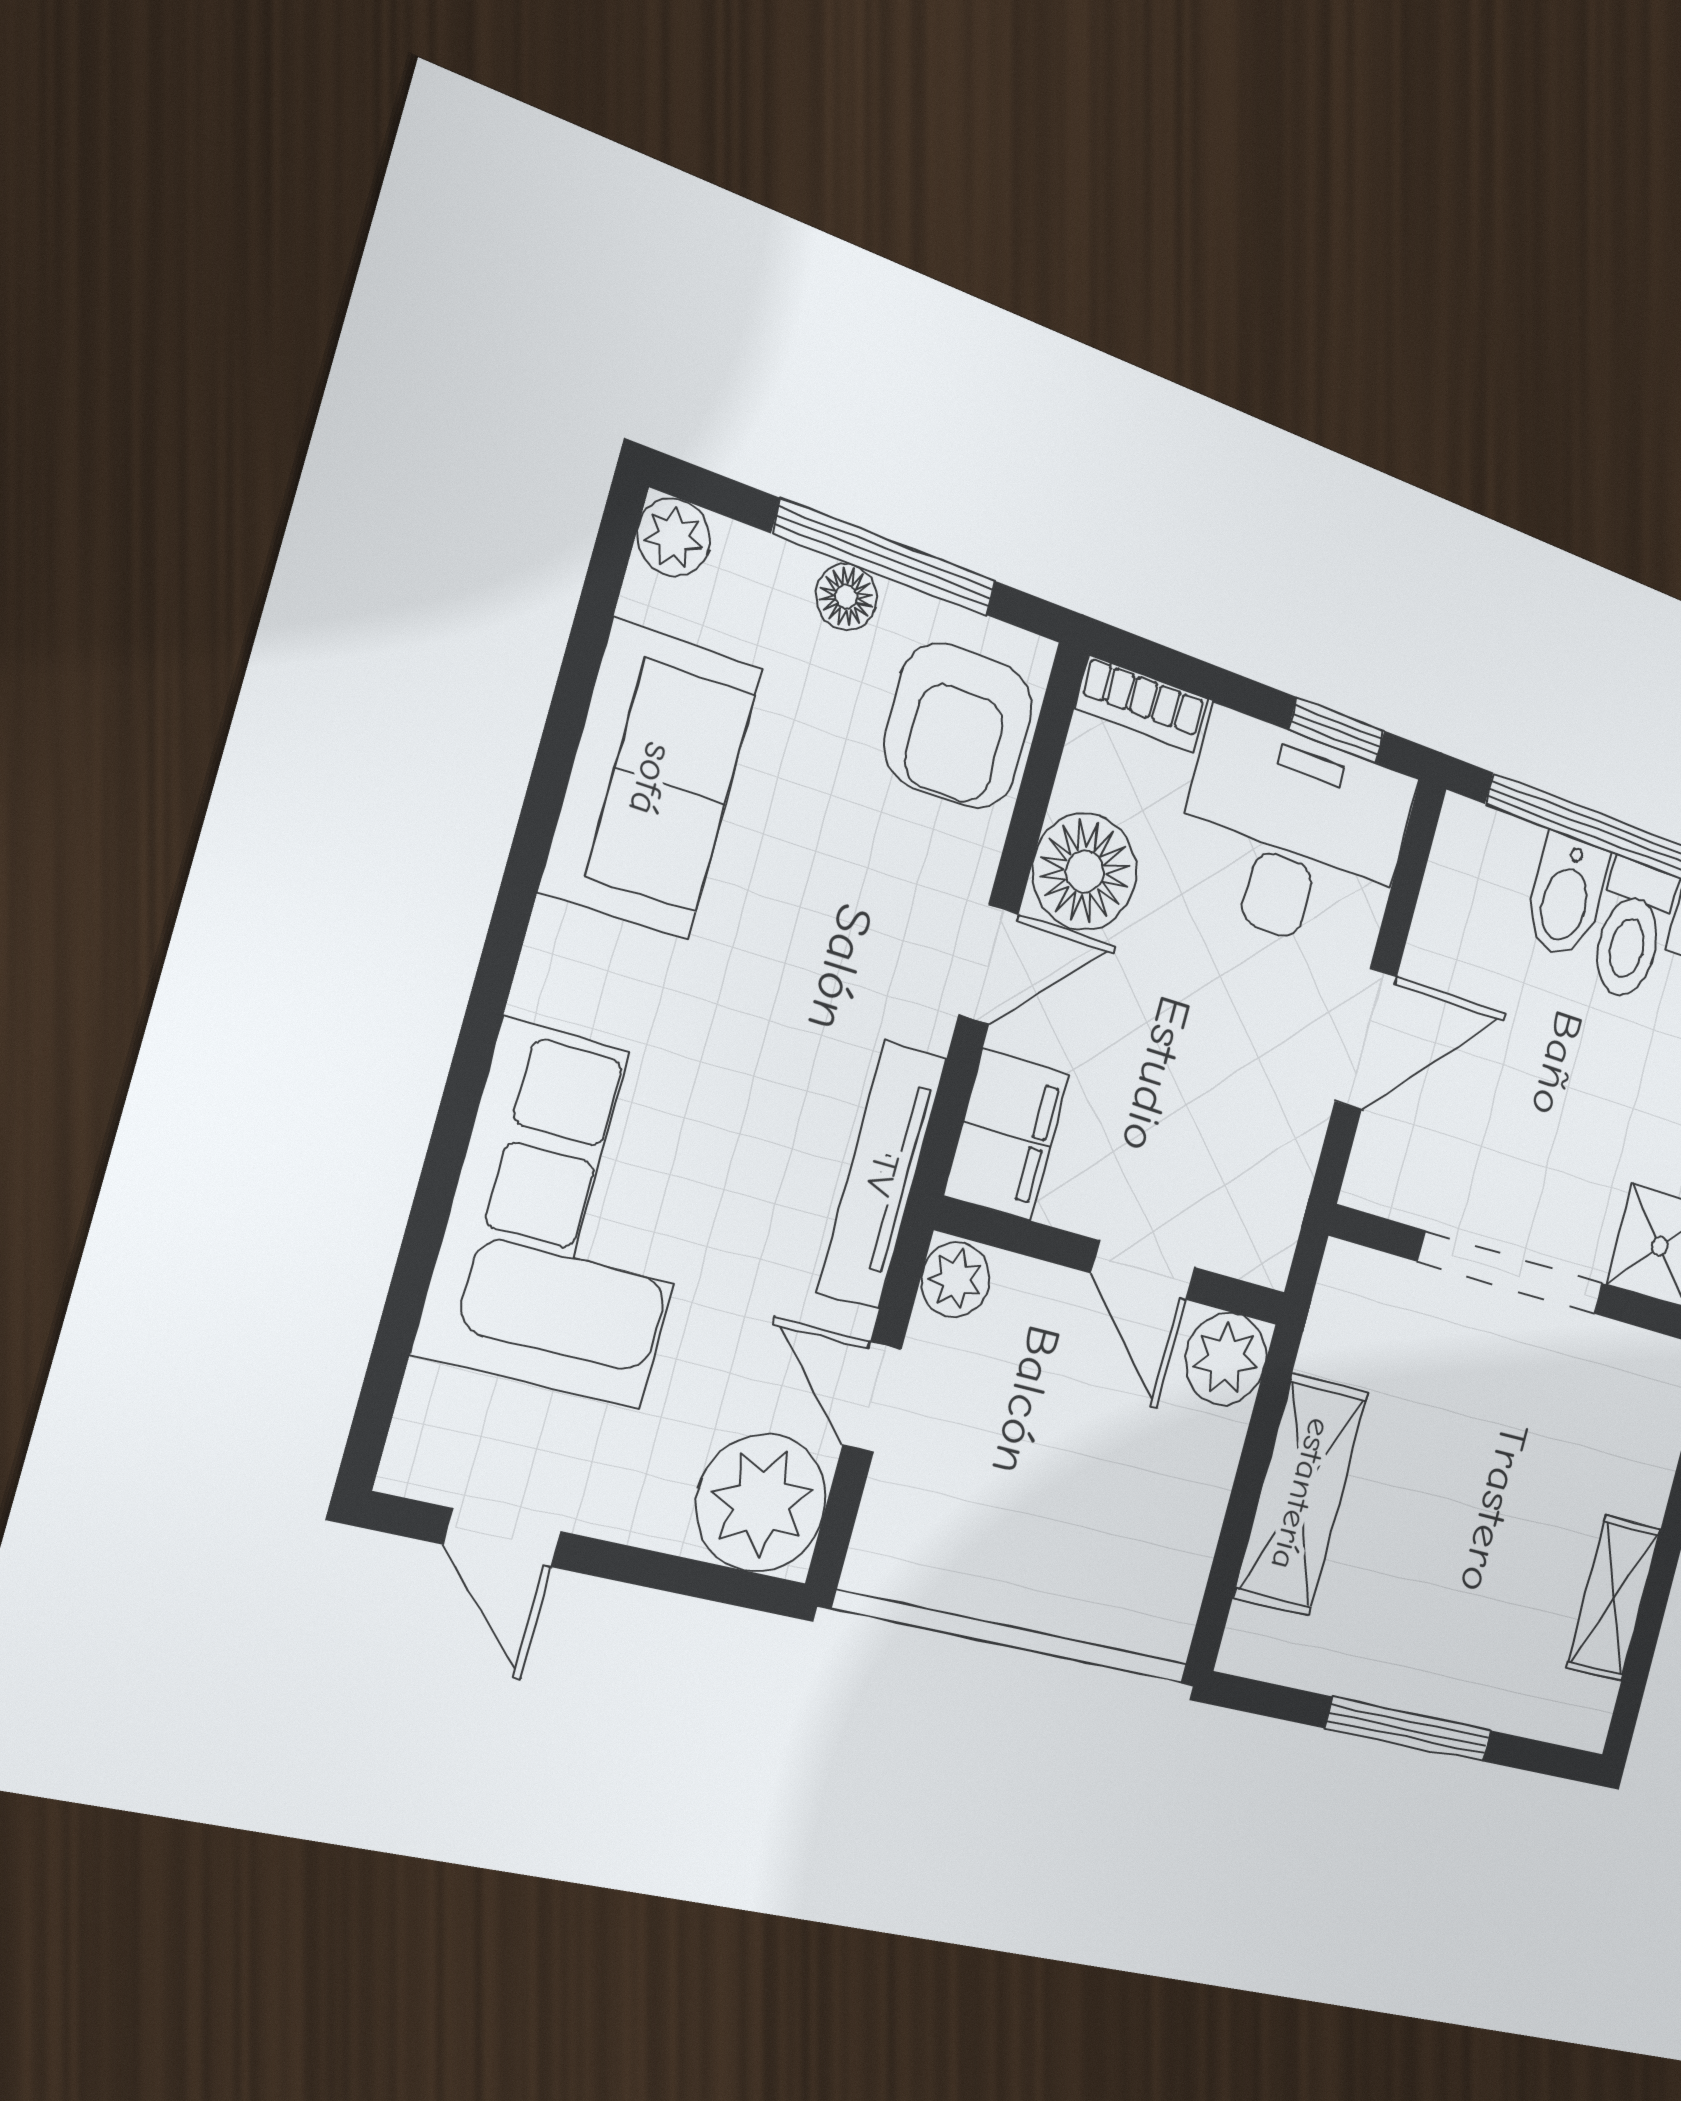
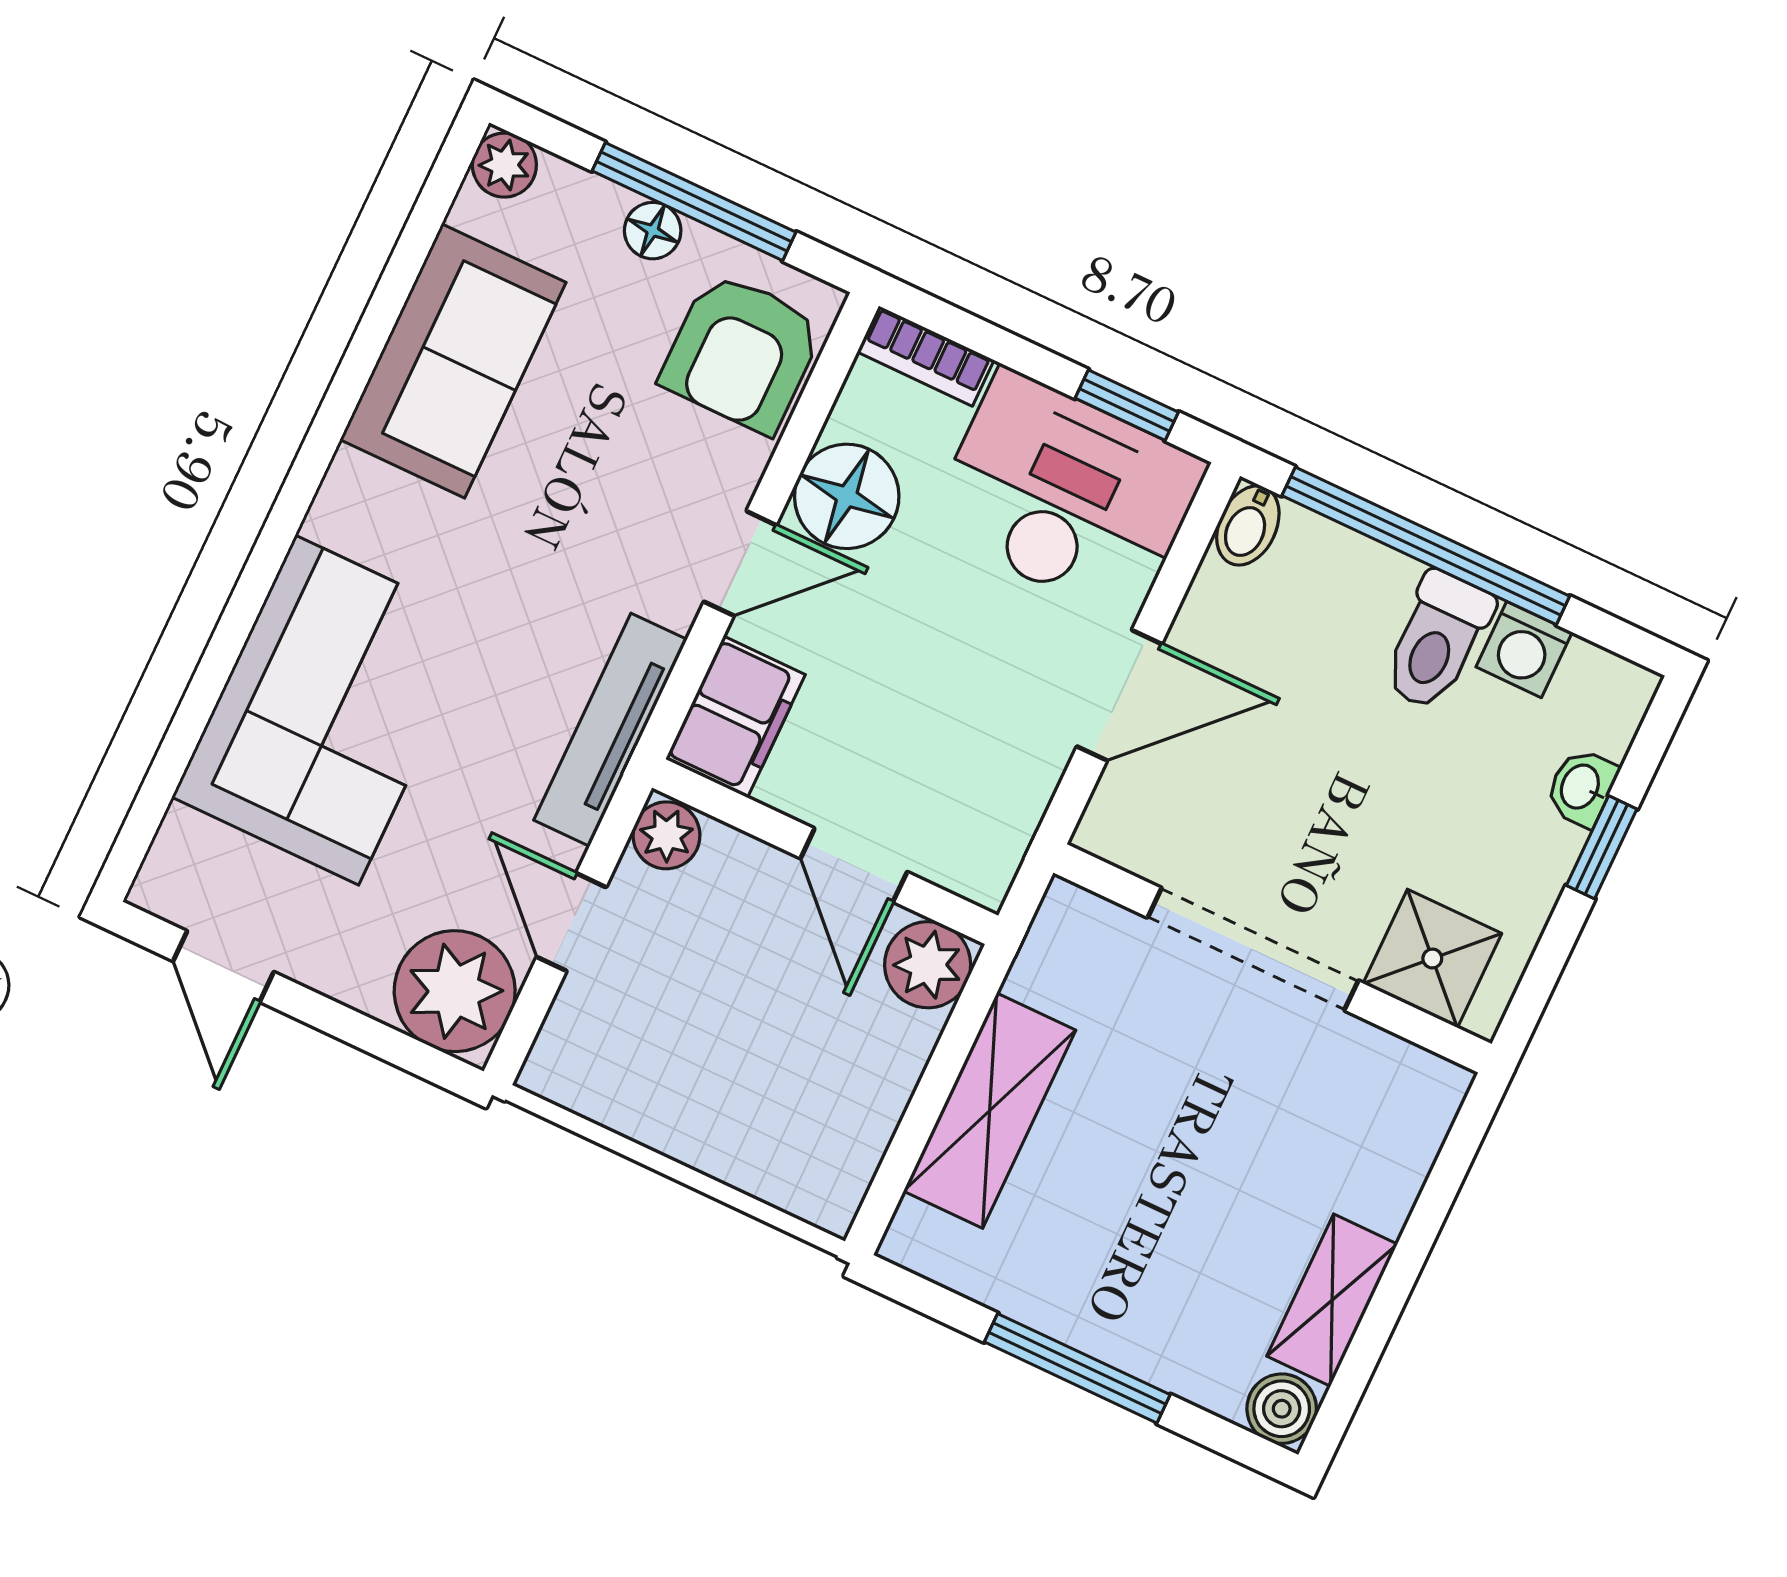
bidet: (1566, 896) -> (1248, 525), moved, width x0.72, depth x0.74
boiler: (1584, 1715) -> (1282, 1409), added

